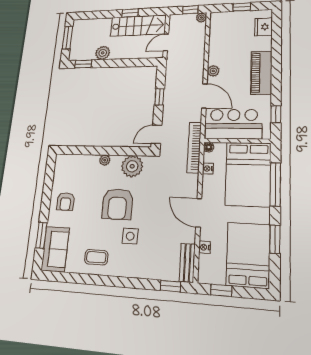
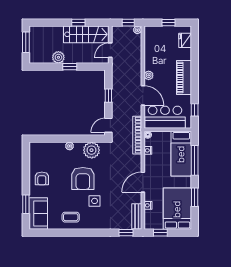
window: (83, 64) -> (70, 67), moved
bed: (248, 174) -> (181, 154), width x0.67
door: (199, 213) -> (143, 182), hinge flipped

